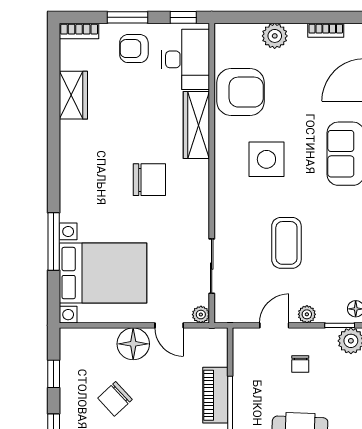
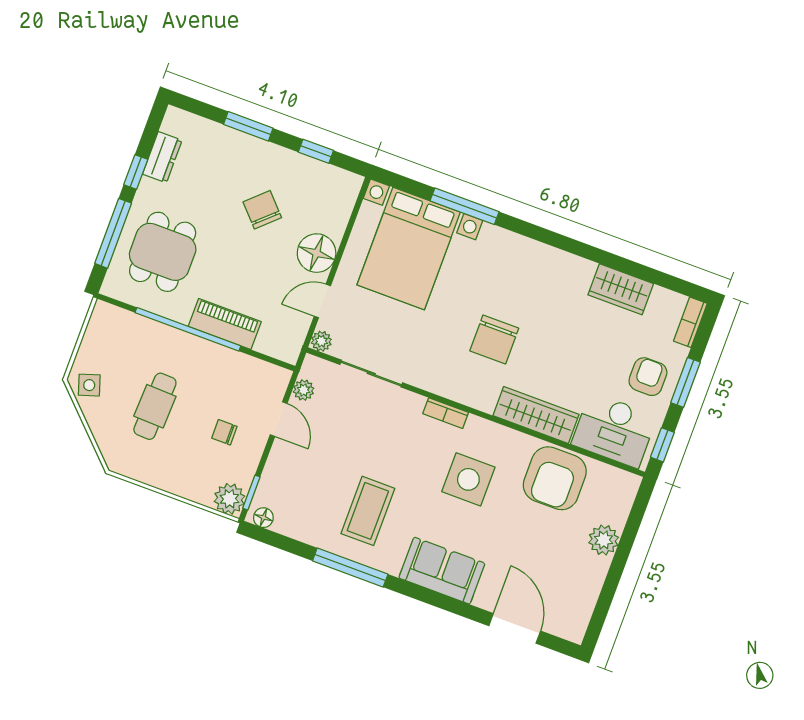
bookcase: (326, 30) -> (446, 413), moved, turned -90
coffee table: (286, 243) -> (368, 511), moved, turned 90
plant: (307, 314) -> (304, 390), moved

